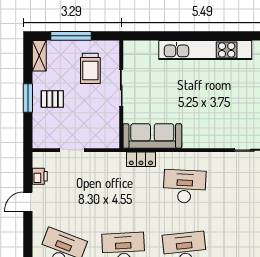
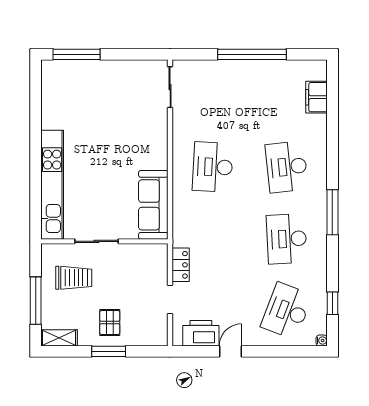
kitchen unit: (205, 50) -> (52, 185), moved
locker: (141, 159) -> (181, 265), moved
printer: (40, 176) -> (201, 333), width x1.87, depth x1.48
door: (28, 202) -> (230, 351), swing flipped

